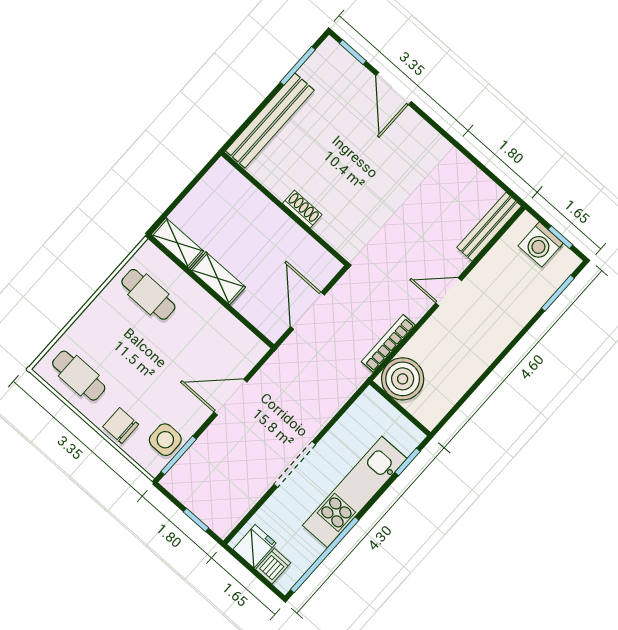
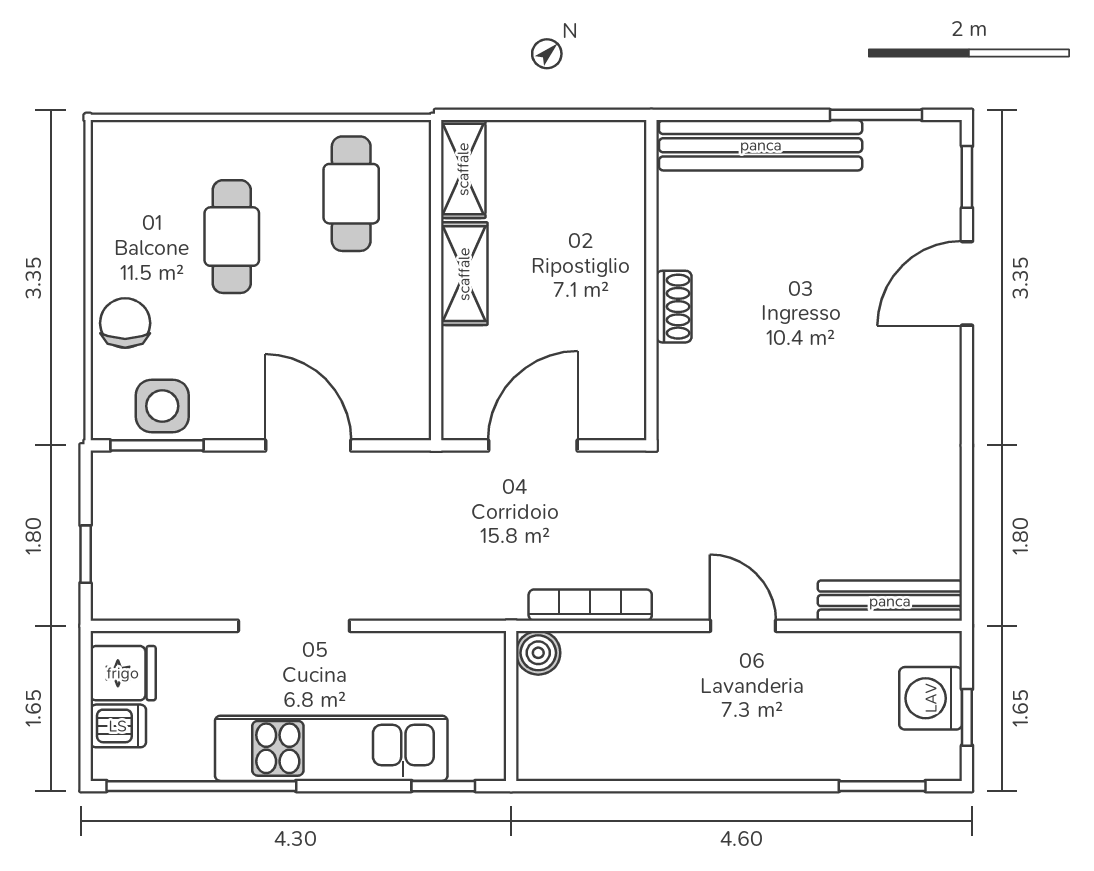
cafe table: (79, 376) -> (232, 237), moved
boiler: (403, 379) -> (538, 653), width x0.54, depth x0.54

